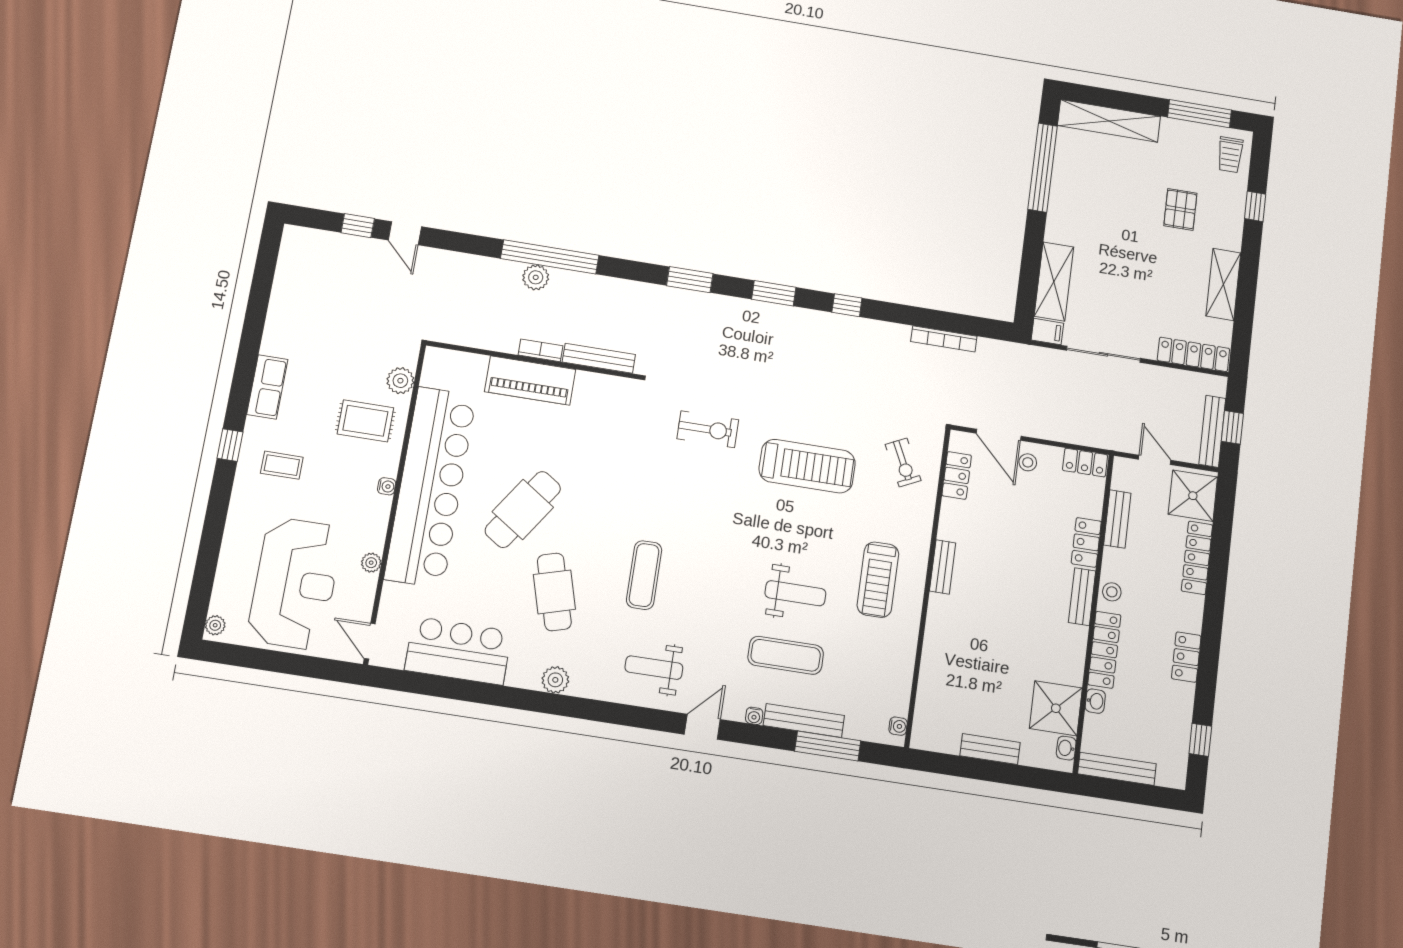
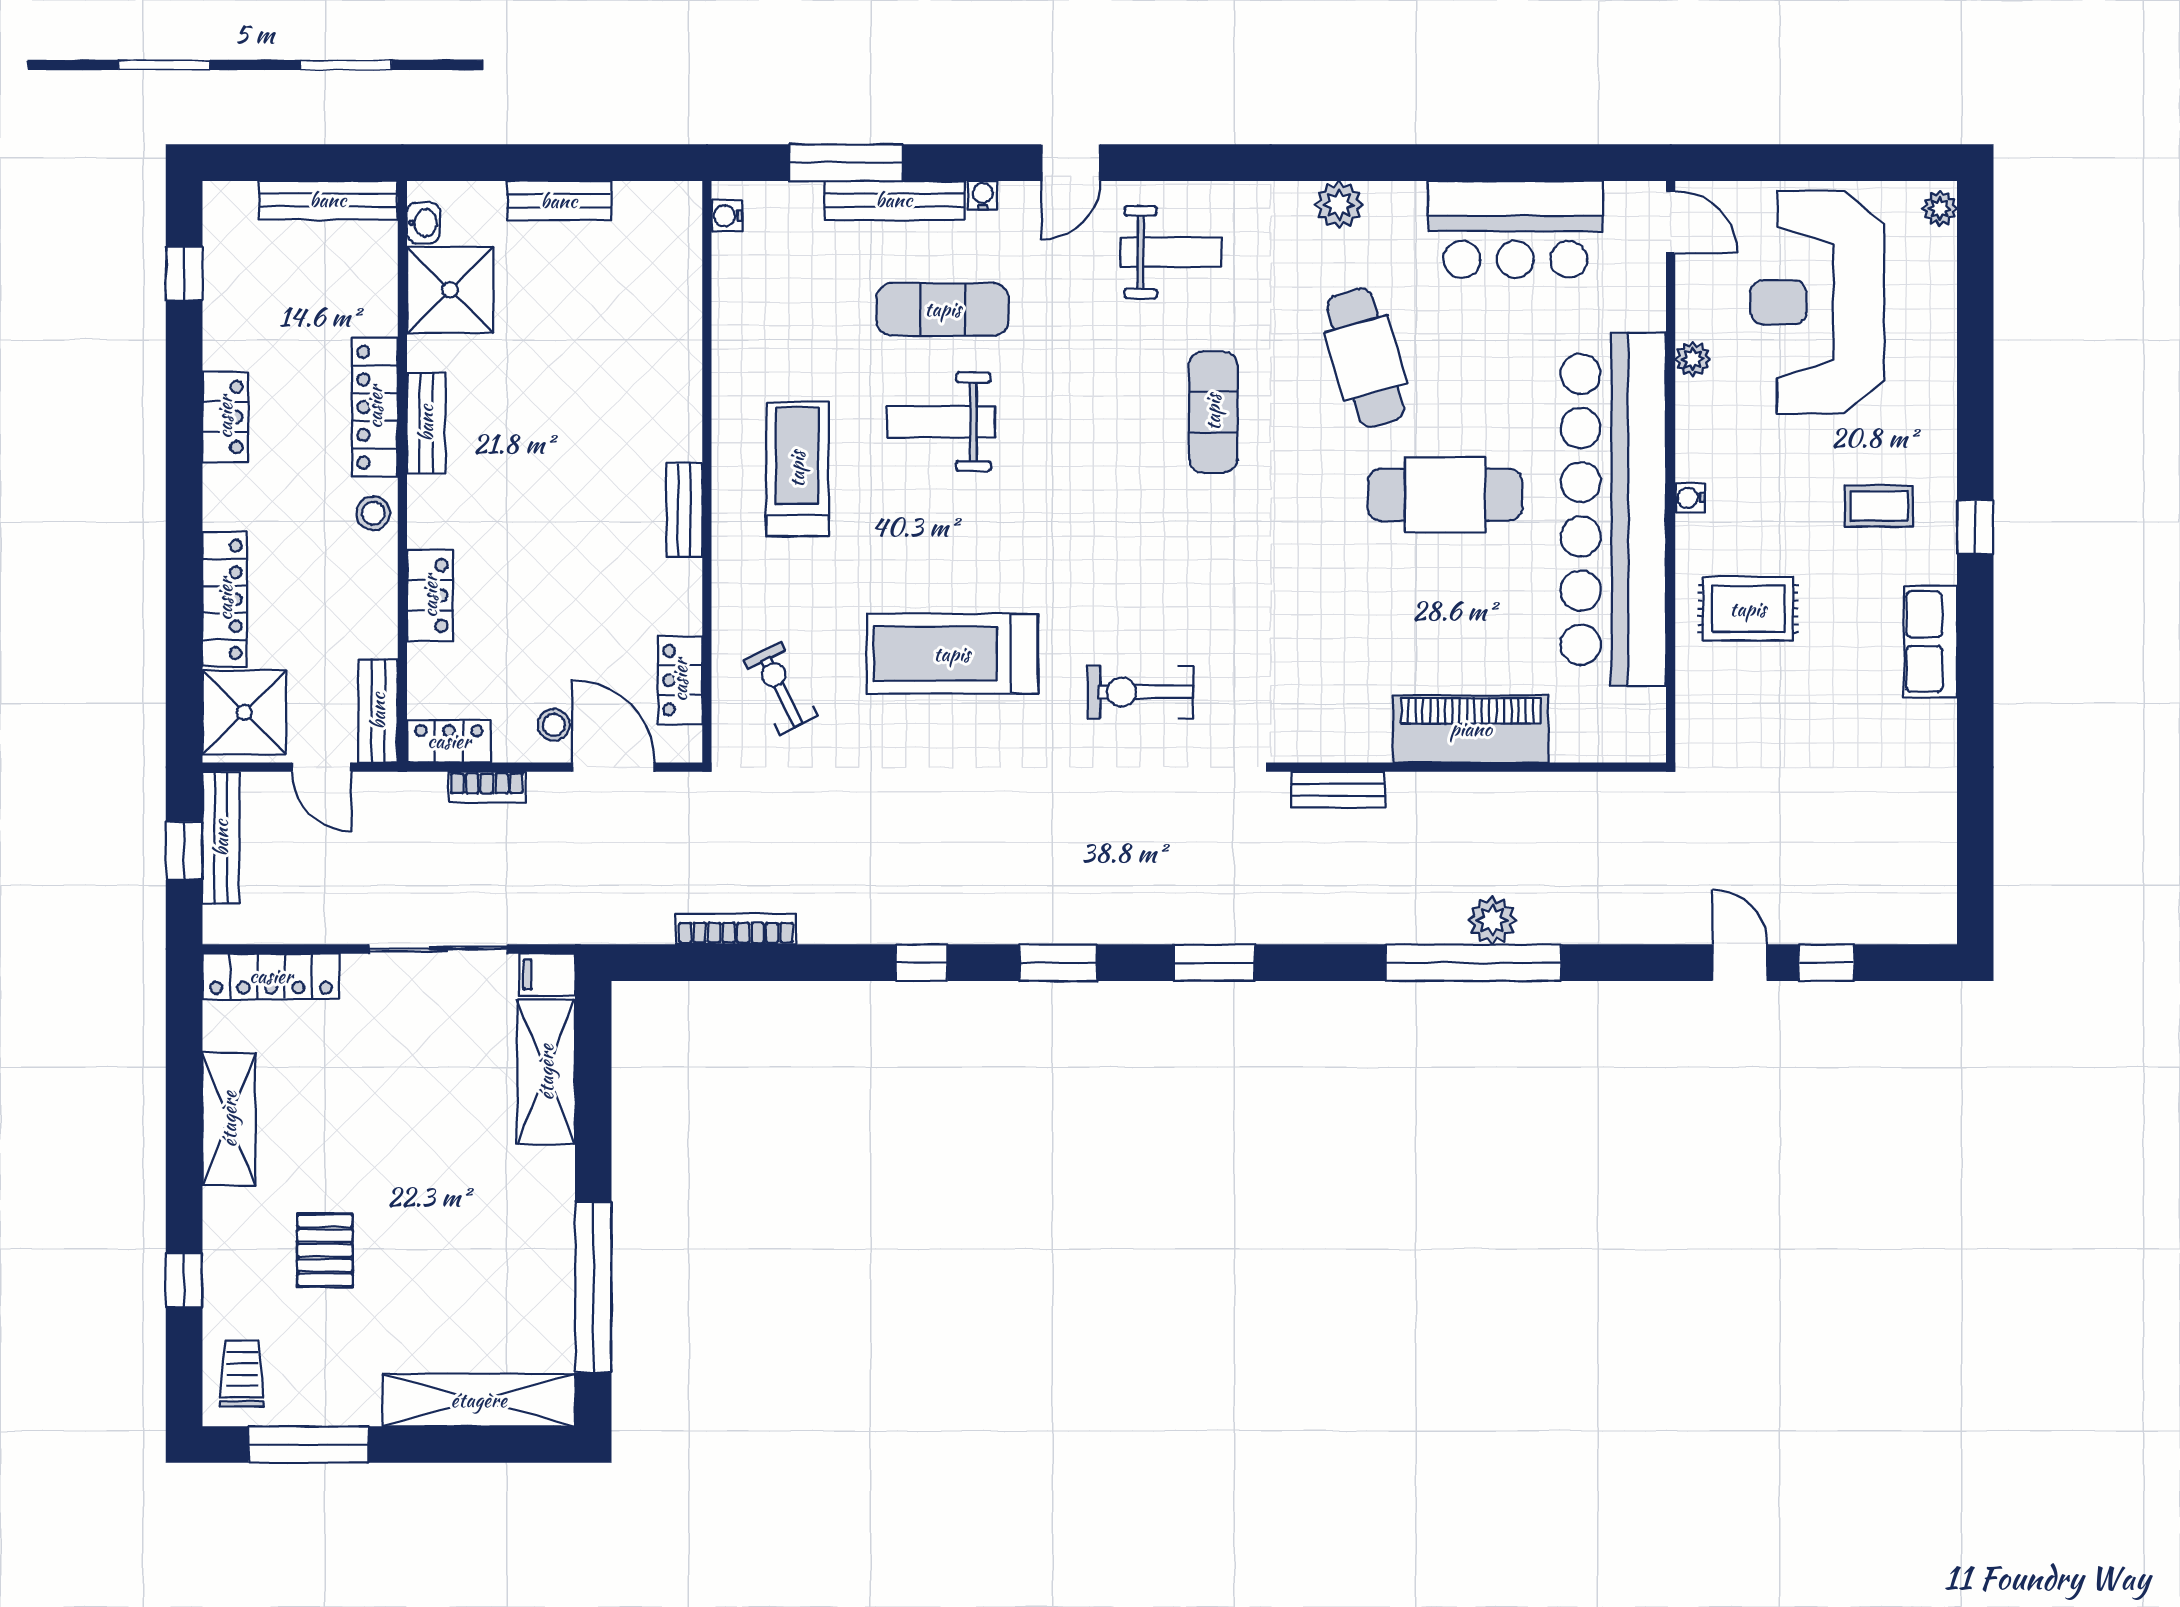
bookcase: (541, 350) -> (487, 787), moved
bench: (599, 358) -> (1338, 790), width x0.73
plant: (400, 381) -> (1700, 691), removed
cafe table: (523, 509) -> (1445, 495), turned 56
bench: (1117, 519) -> (378, 711), moved
bench: (1082, 597) -> (426, 423), moved
washbasin: (1095, 701) -> (381, 313), removed

